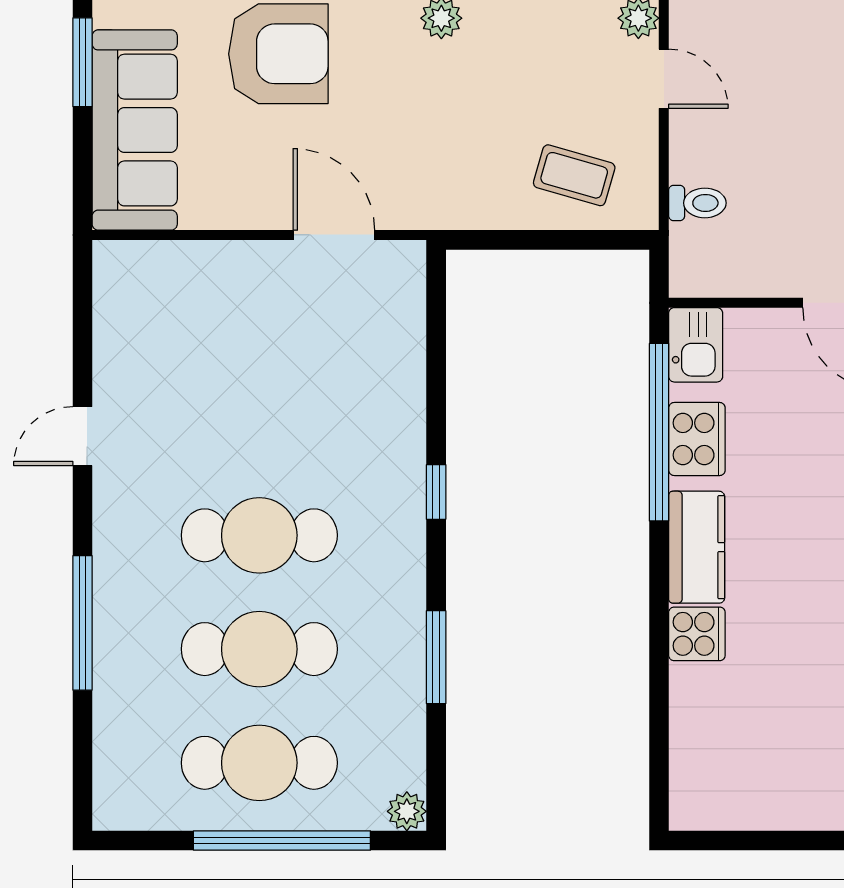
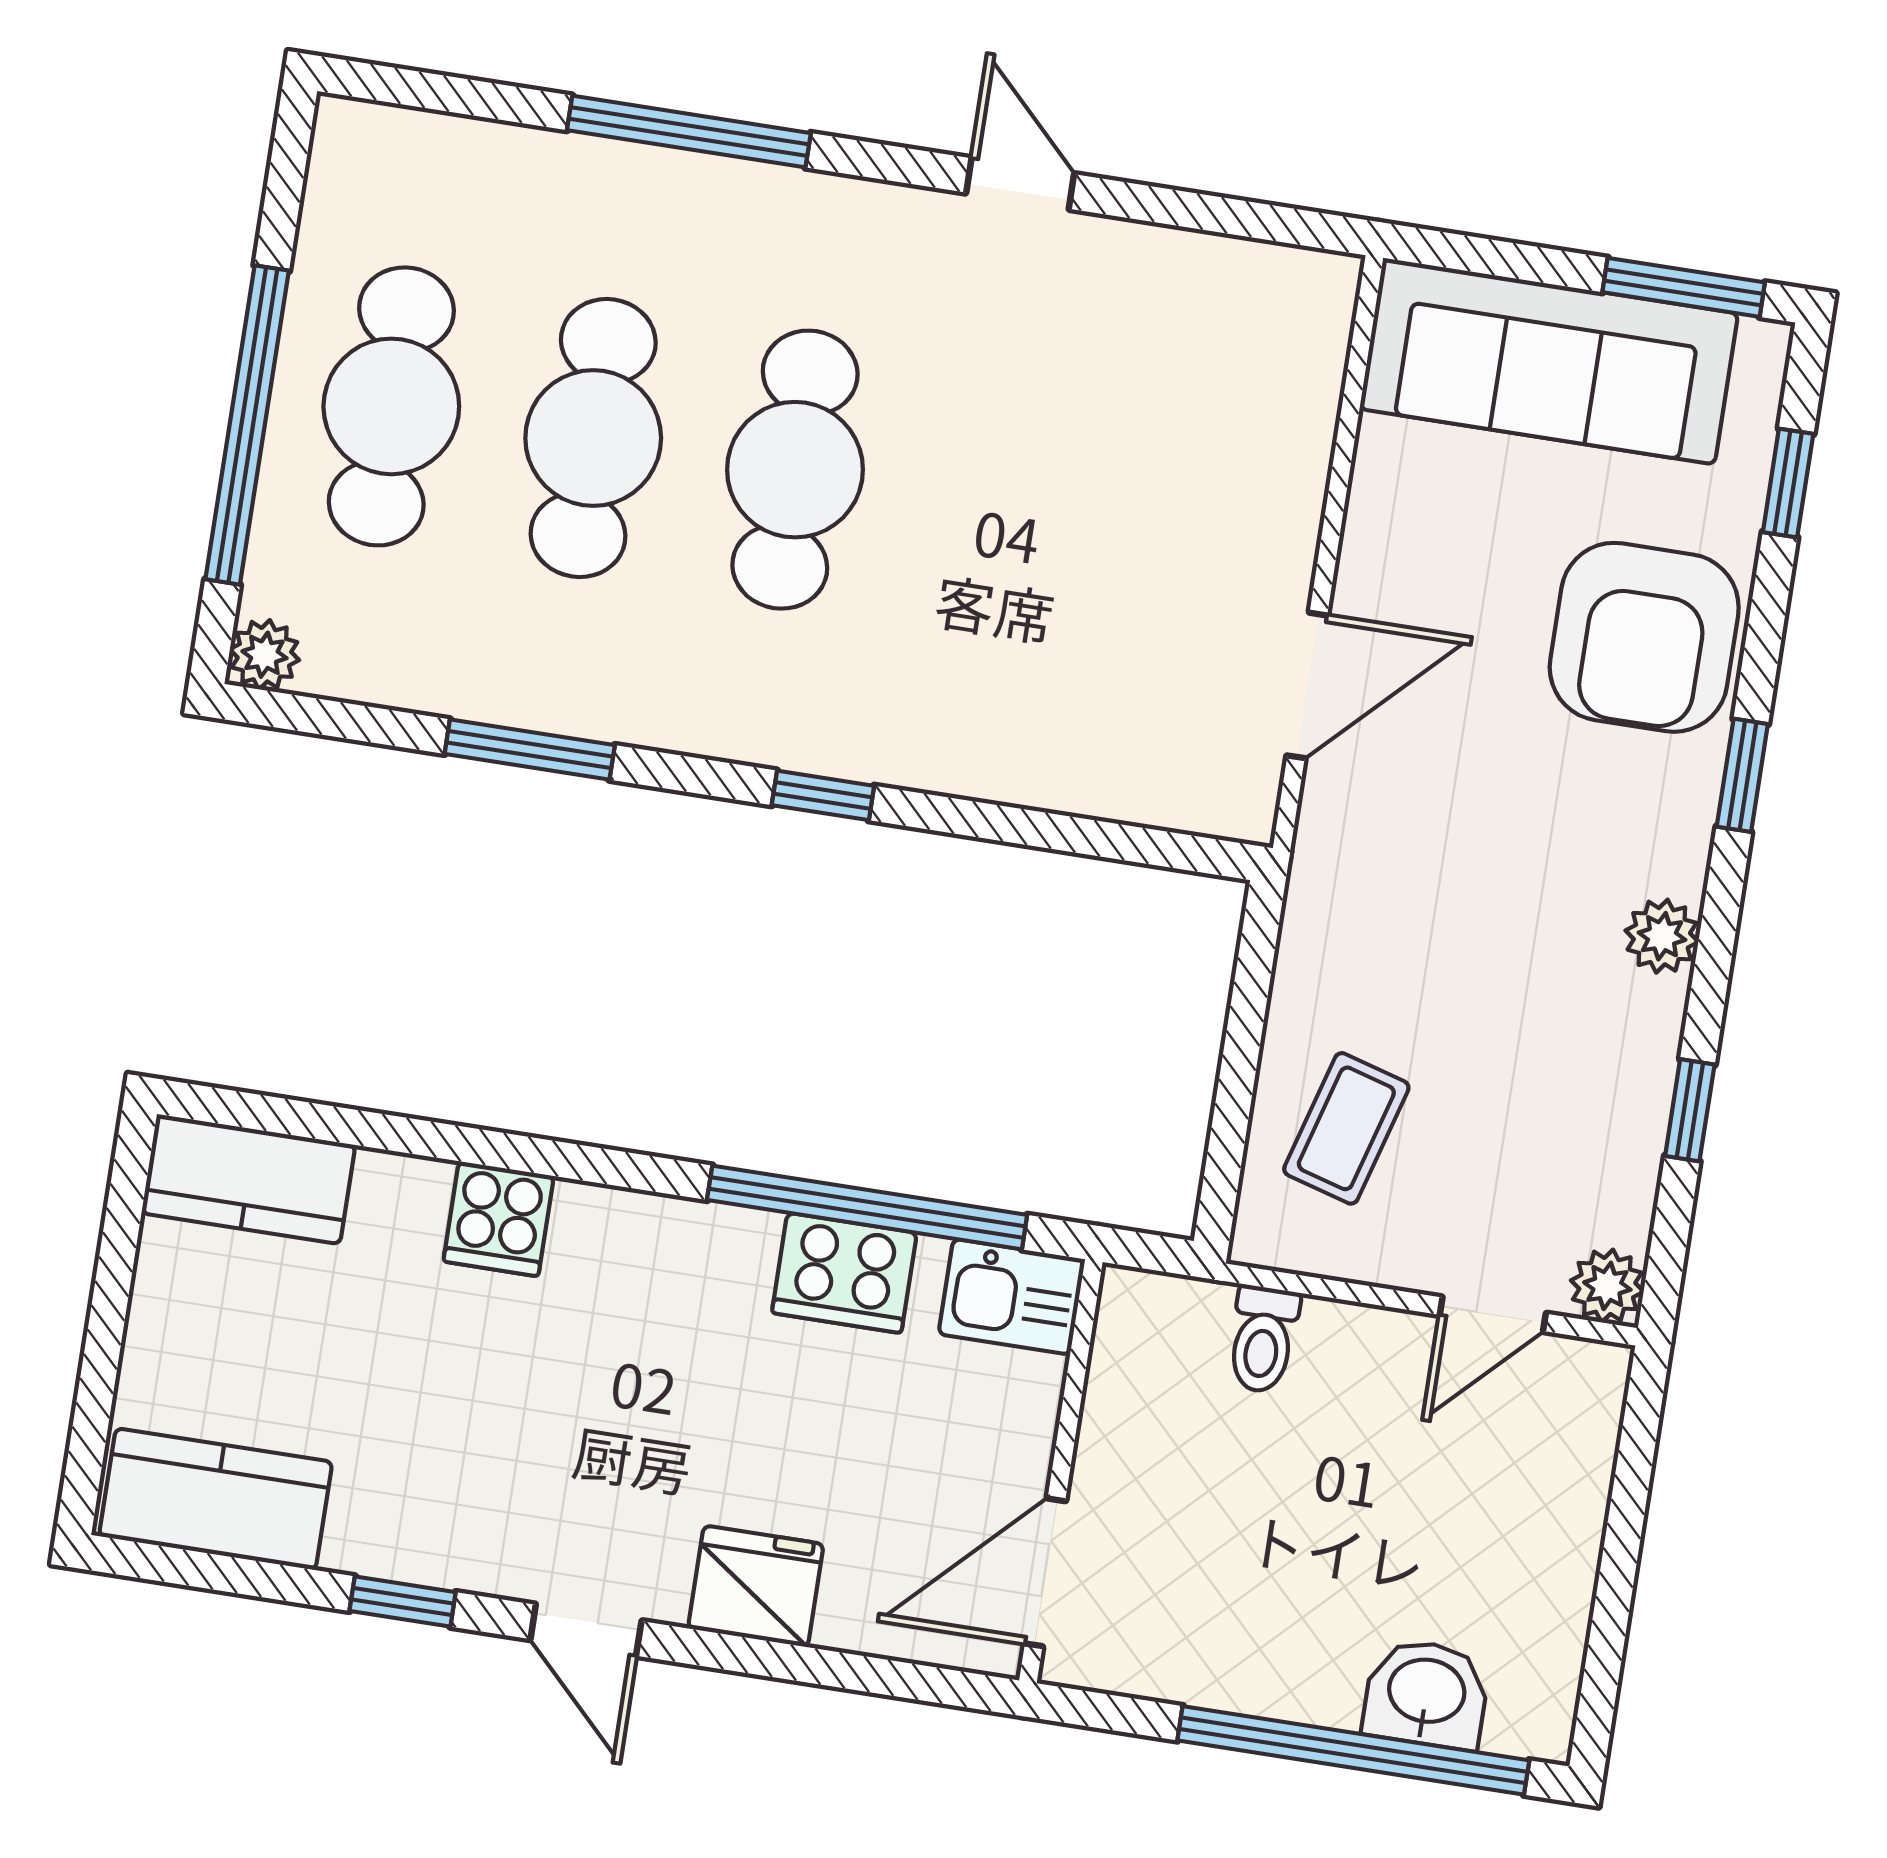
kitchen counter: (697, 547) -> (248, 1179), moved

